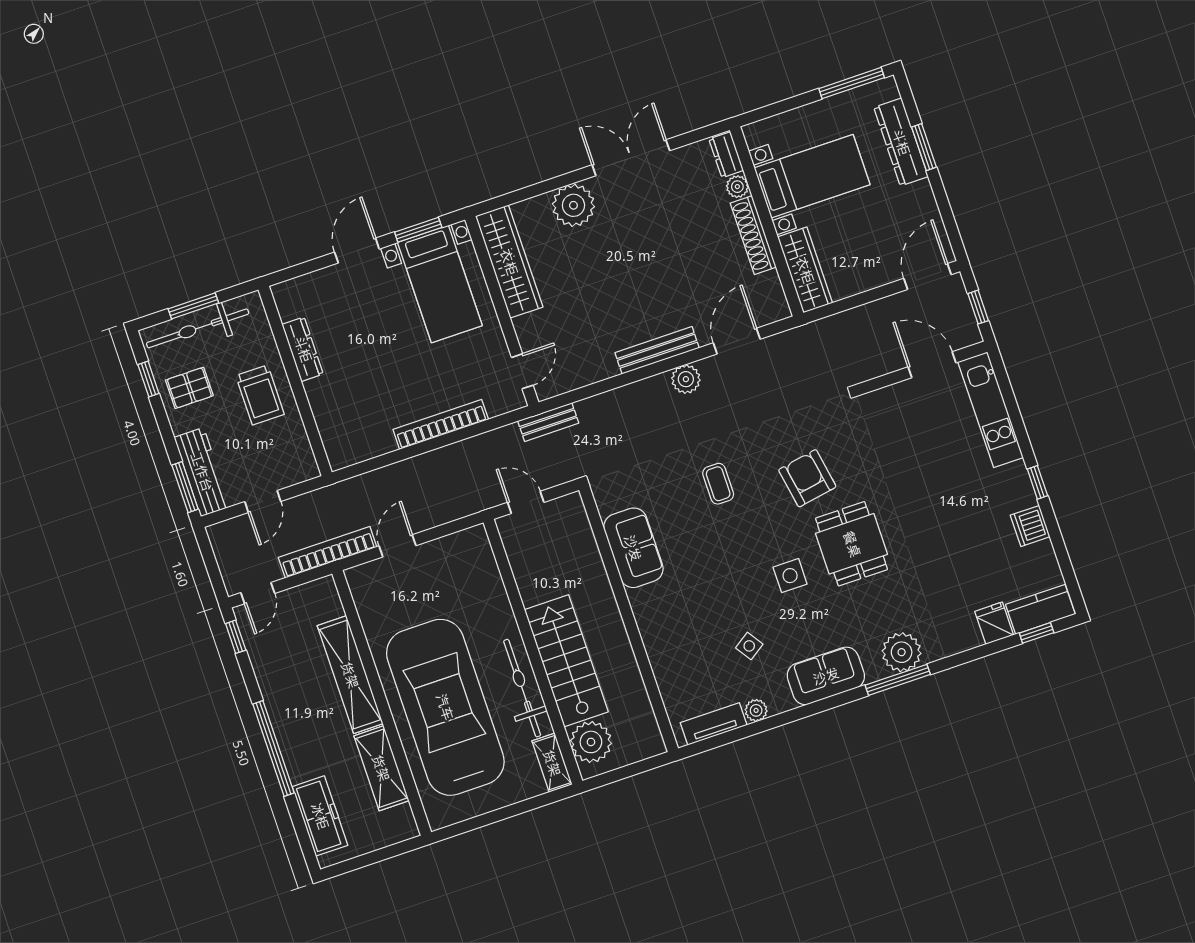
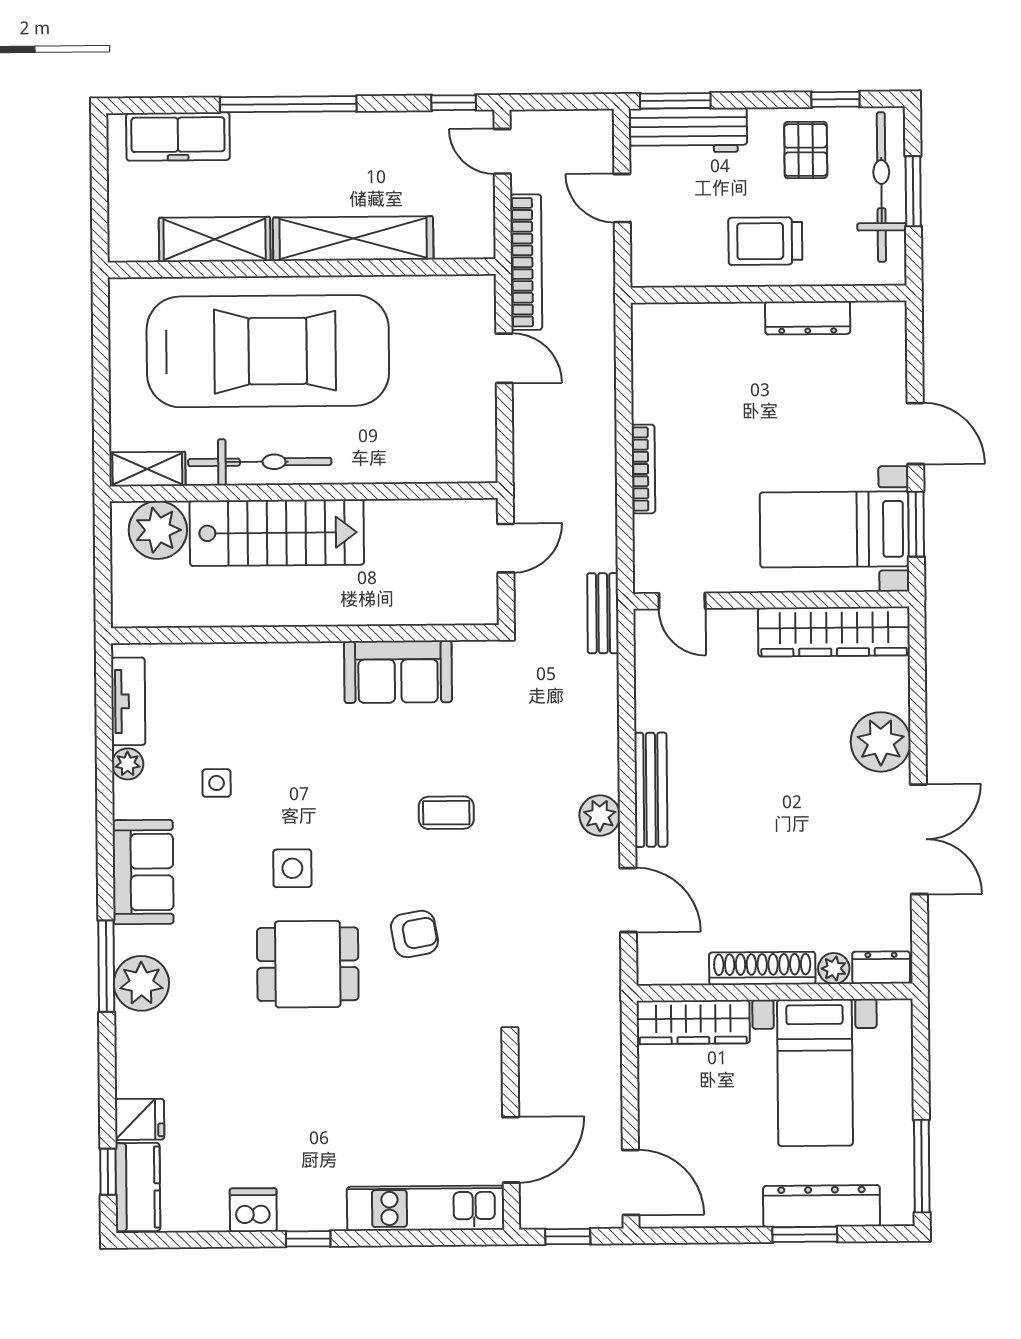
bookcase: (441, 424) -> (643, 469), width x0.68, depth x0.76
armchair: (807, 478) -> (414, 934), width x0.72, depth x0.72
side table: (749, 646) -> (217, 783), turned 34

